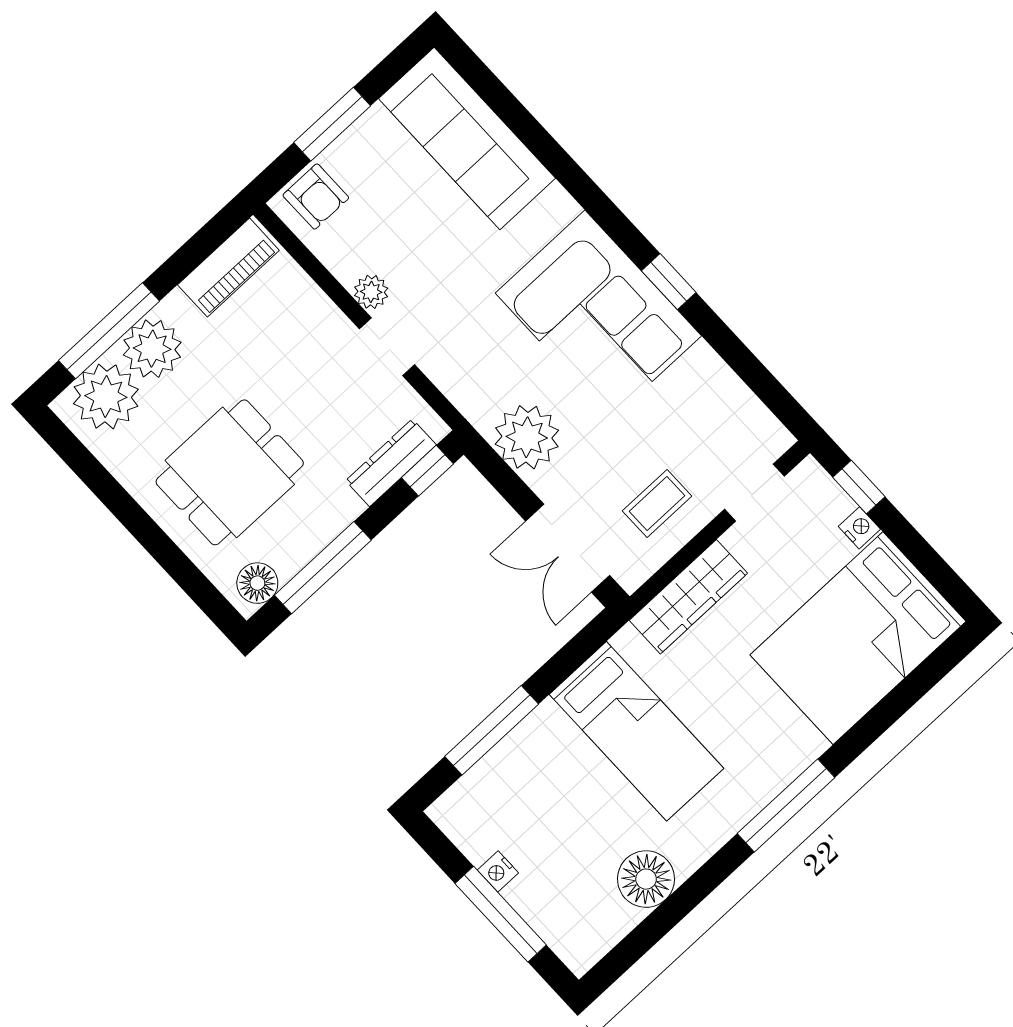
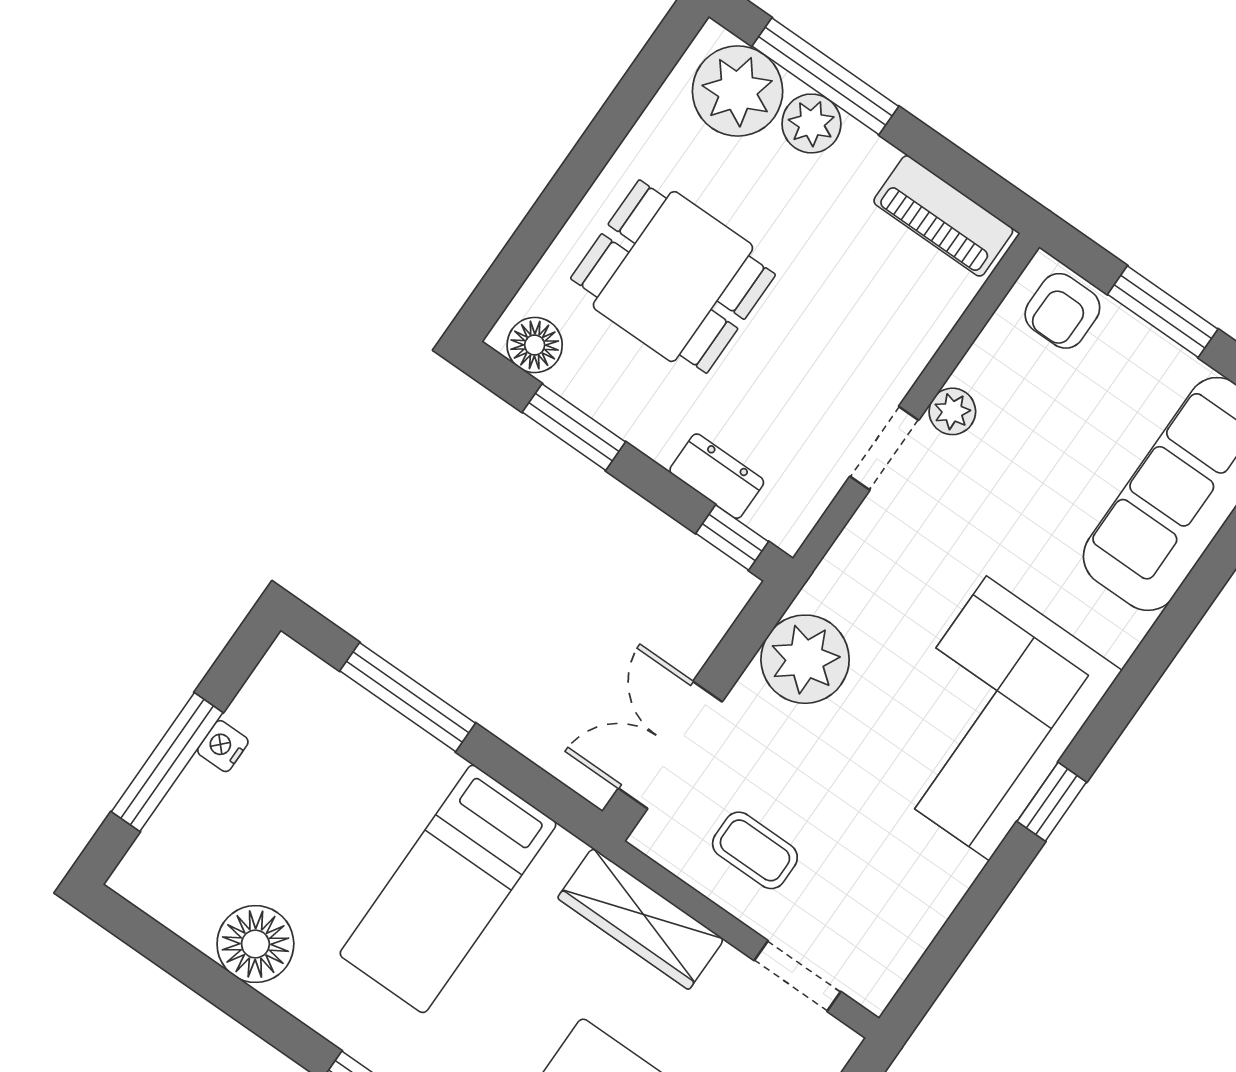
plant: (152, 349) -> (811, 123), width x0.73, depth x0.73
dresser: (391, 463) -> (717, 476), width x0.70
window: (323, 568) -> (574, 427), width x0.69

